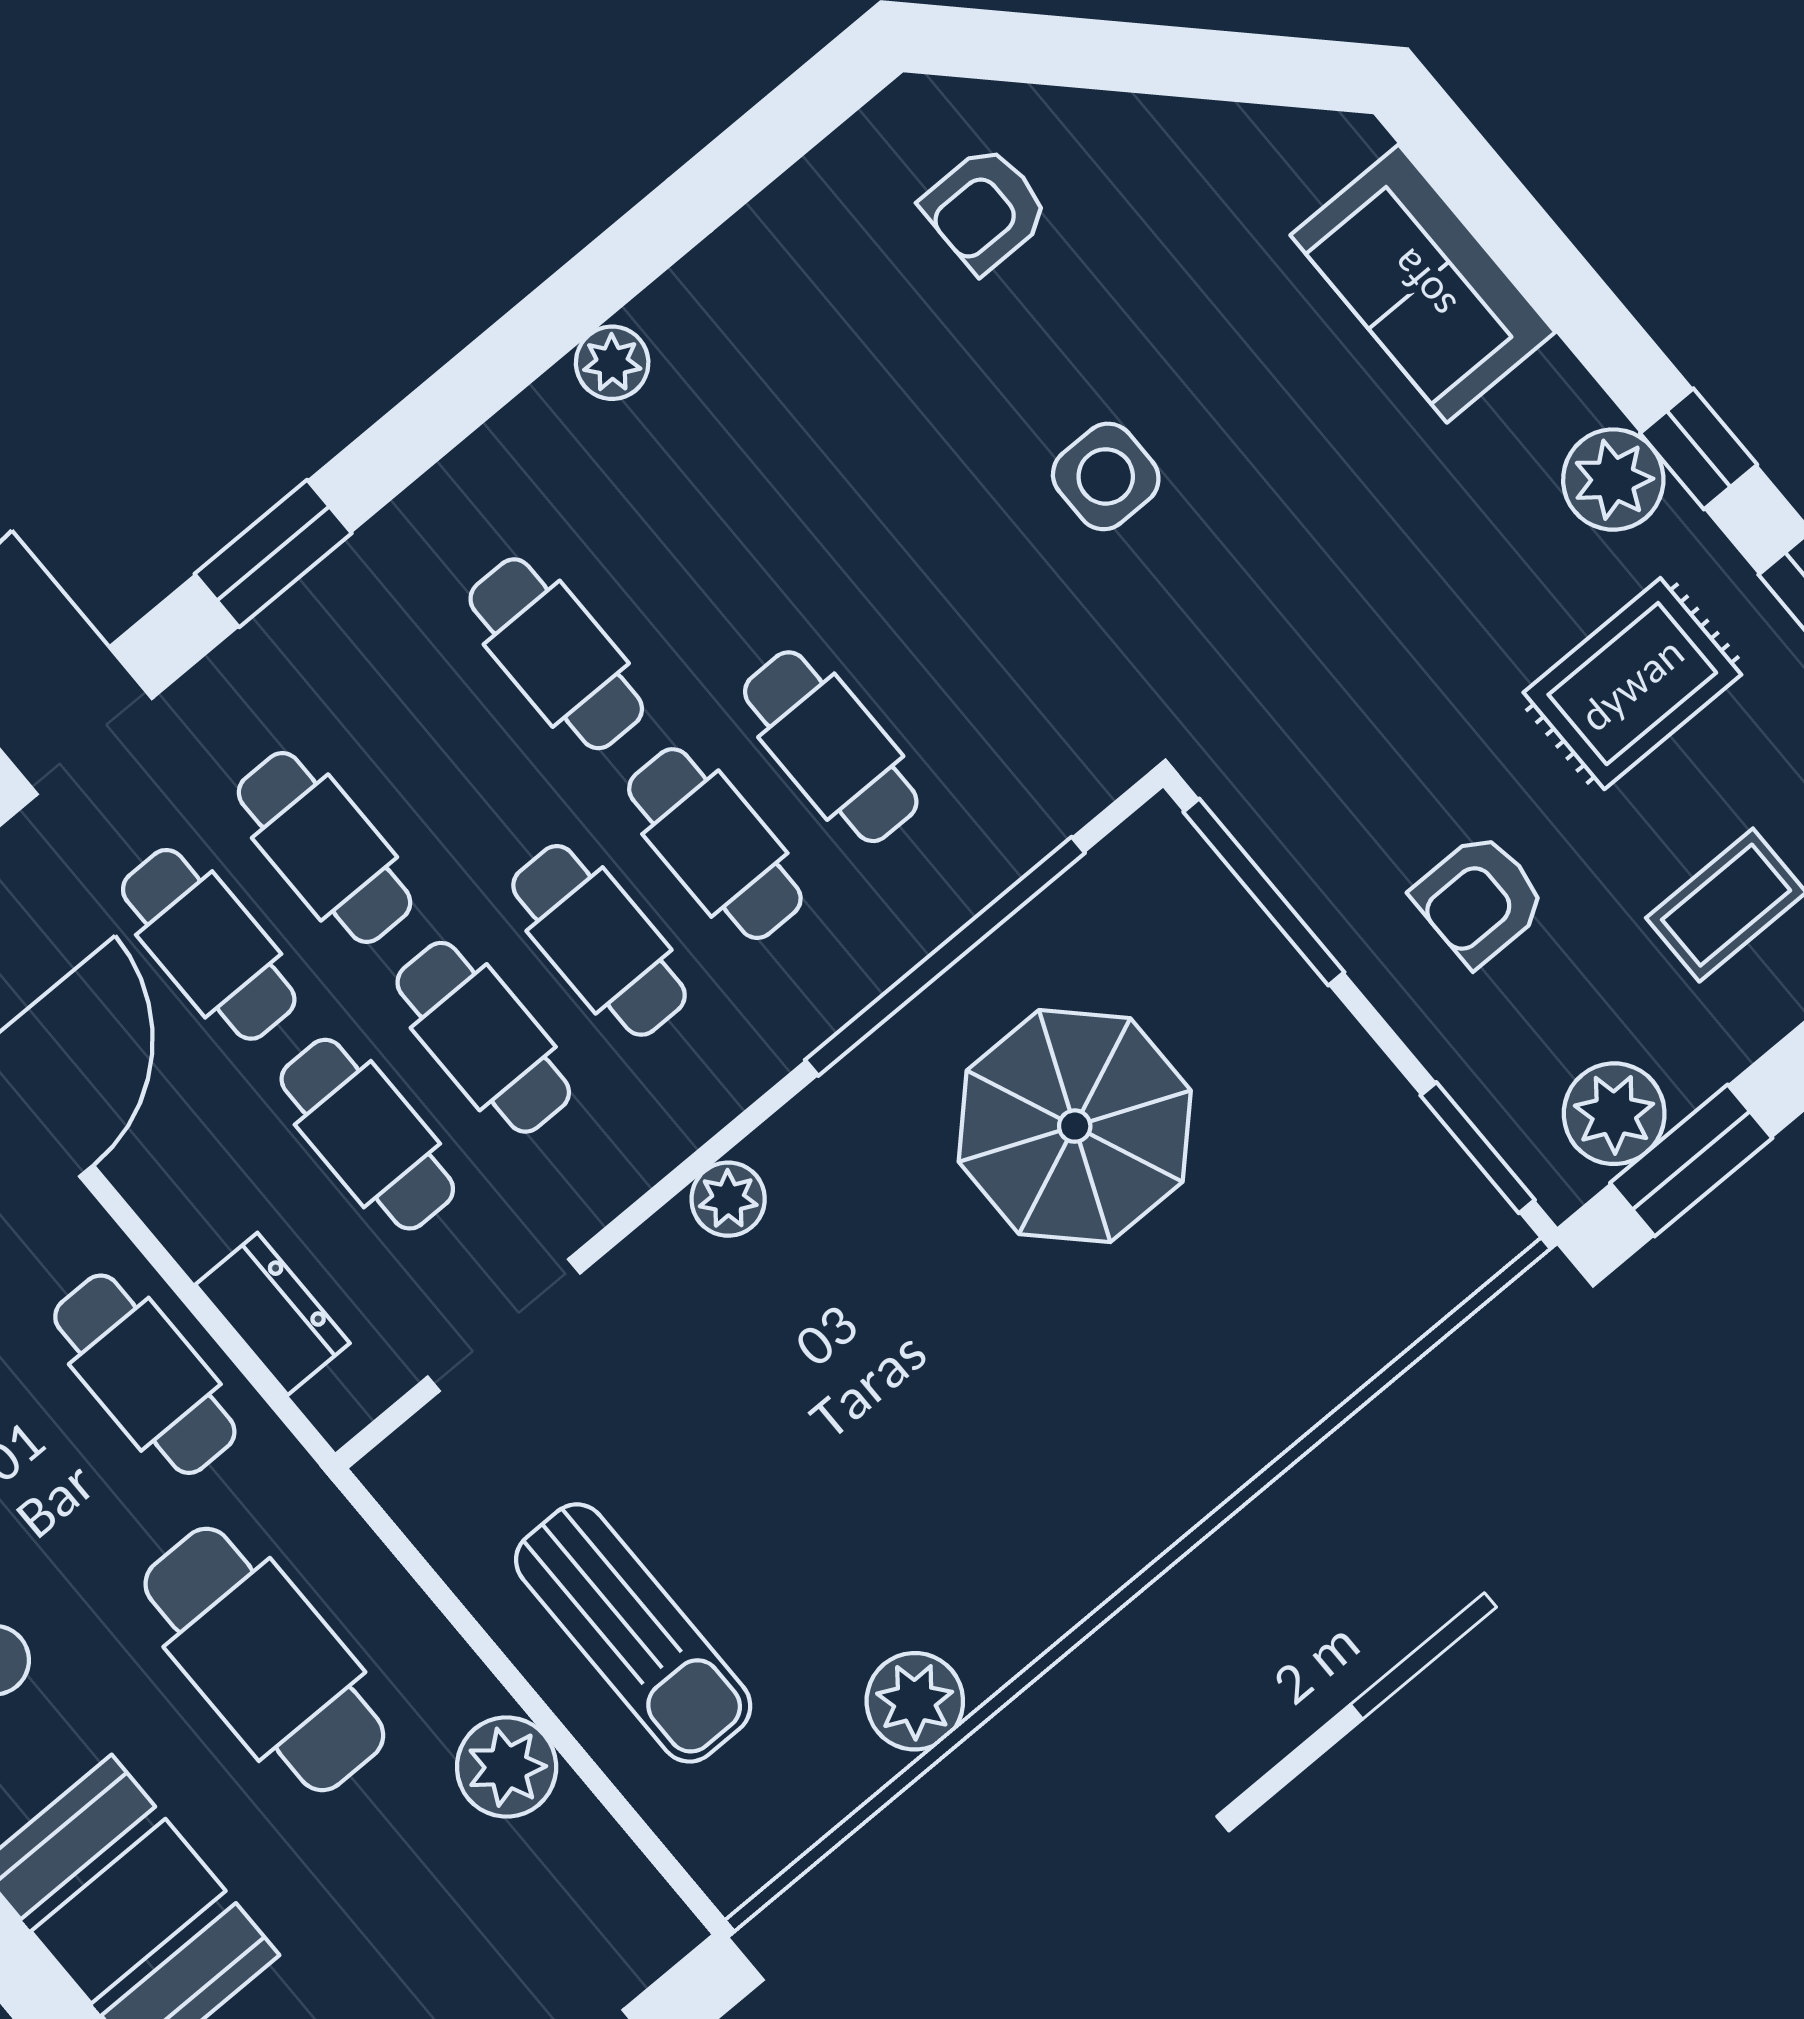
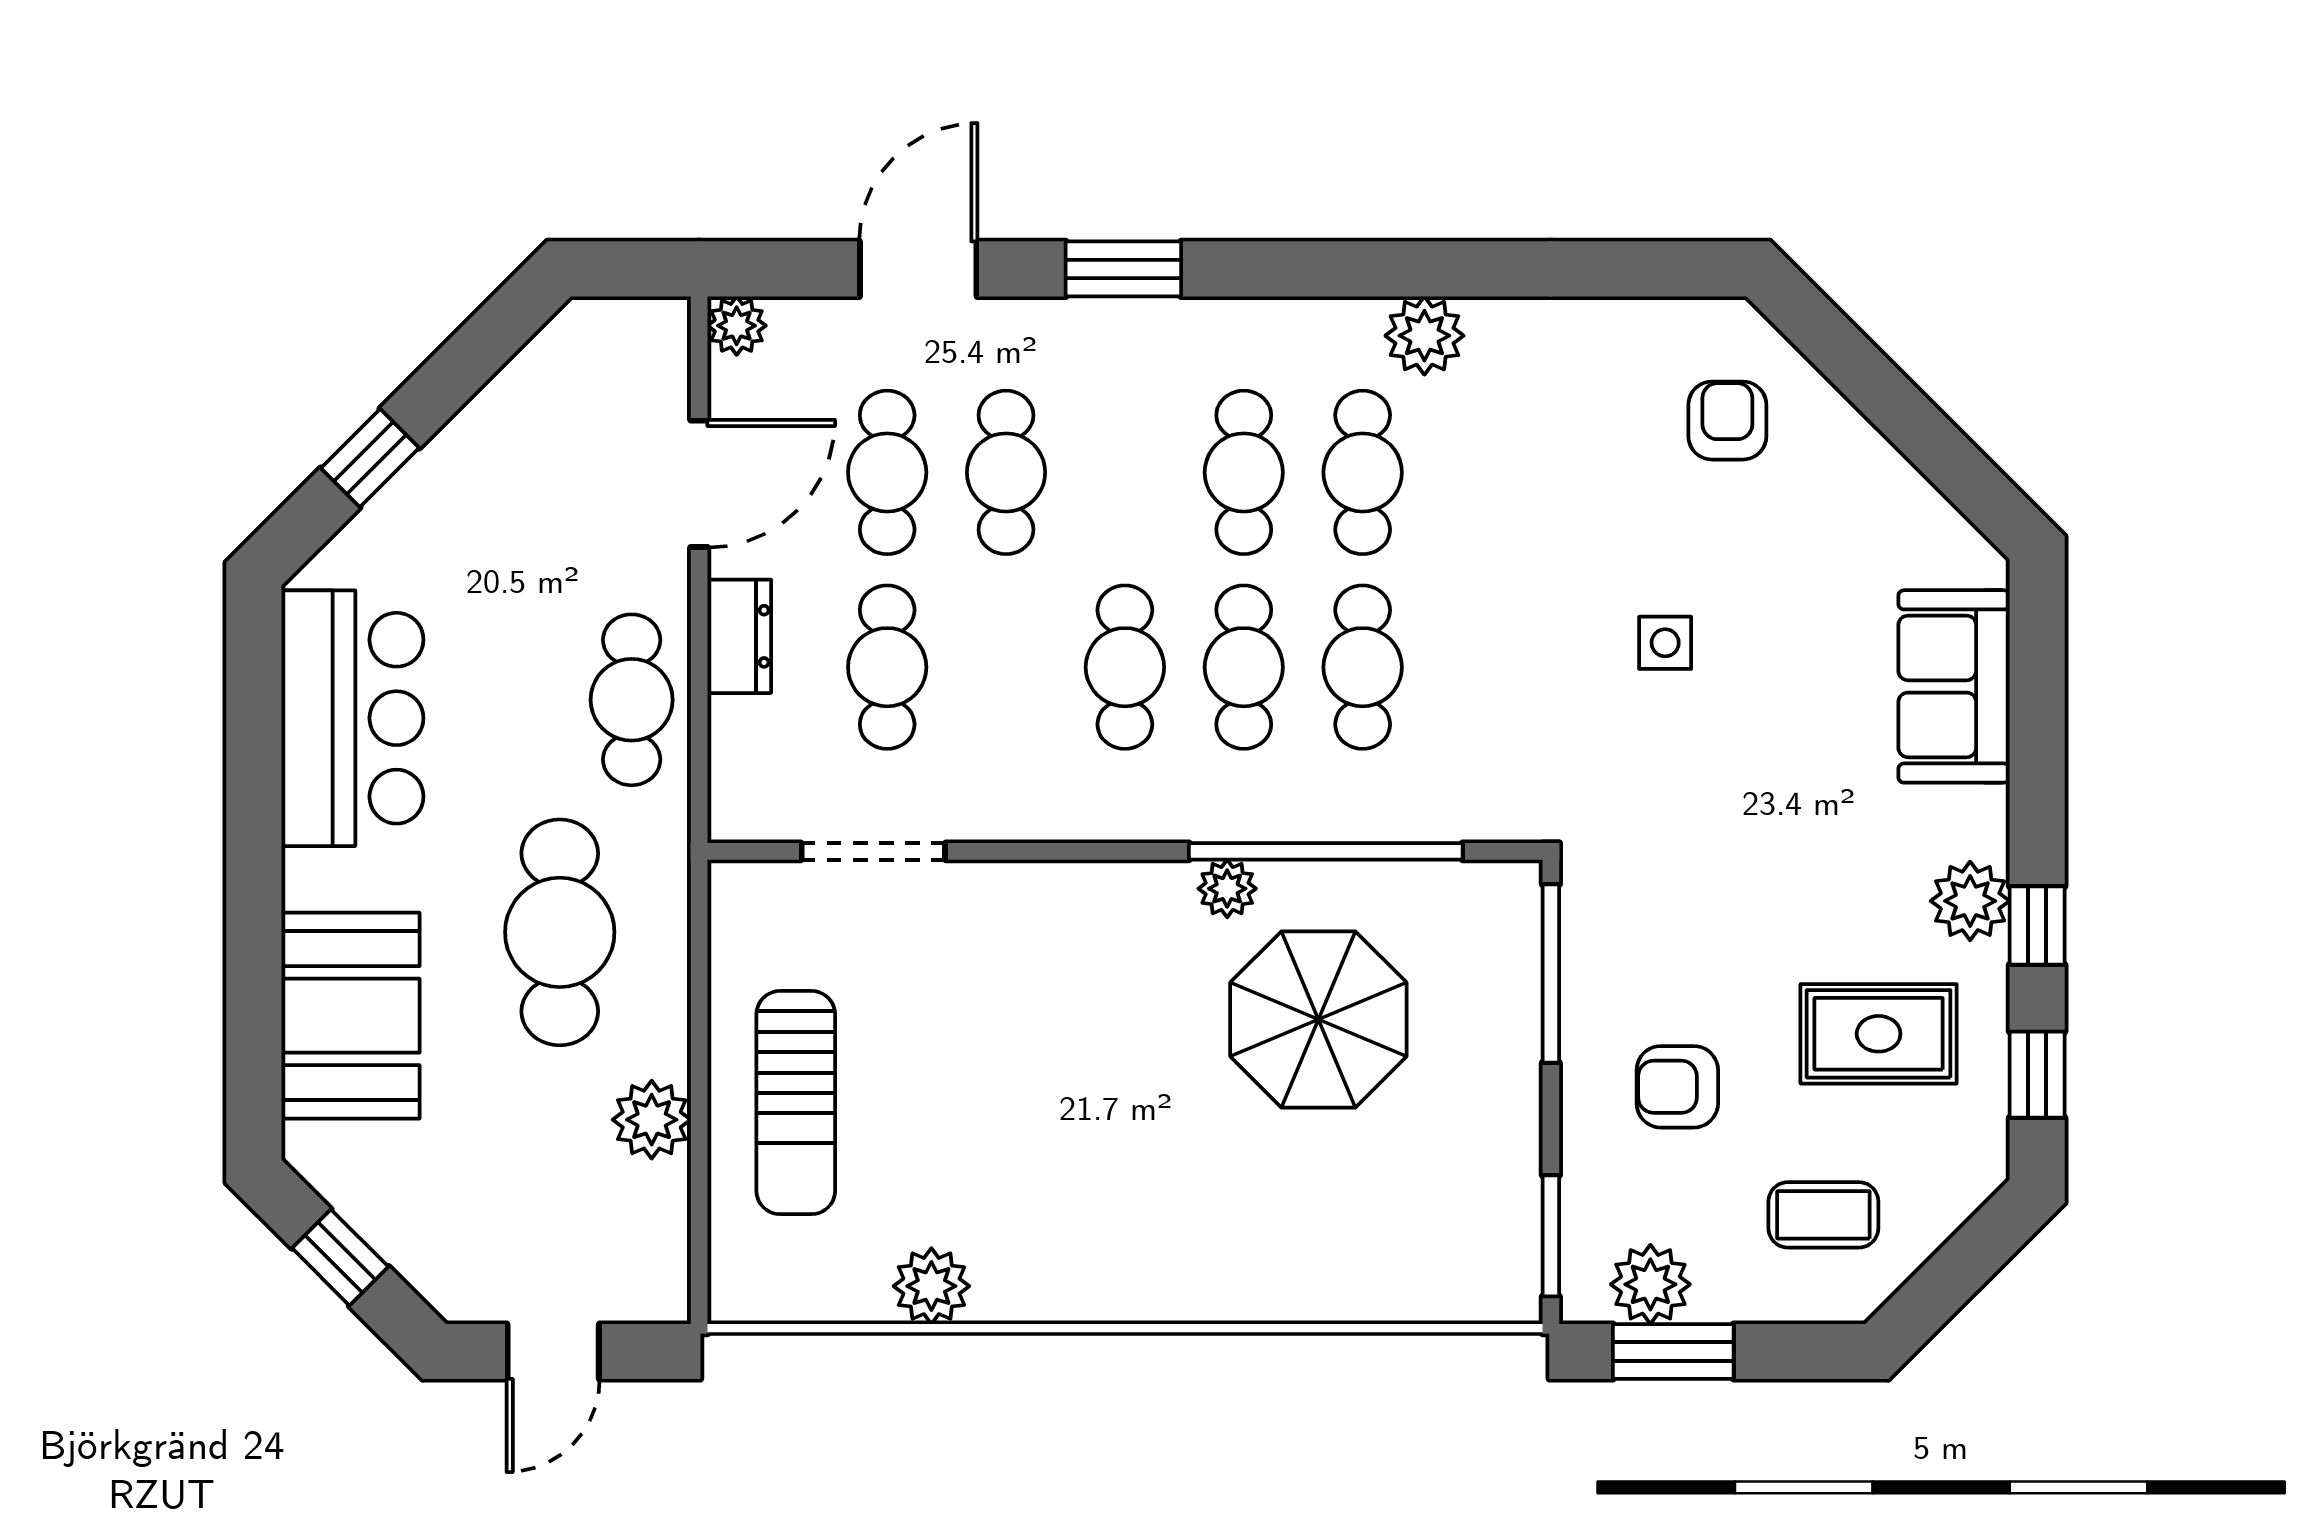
armchair: (985, 209) -> (1727, 421), turned 90
plant: (612, 363) -> (1424, 336), width x1.38, depth x1.38
side table: (1106, 476) -> (1665, 643), width x0.73, depth x0.73
cafe table: (483, 1037) -> (1363, 472), moved
plant: (728, 1199) -> (1227, 889), moved
dresser: (273, 1314) -> (739, 636), moved

